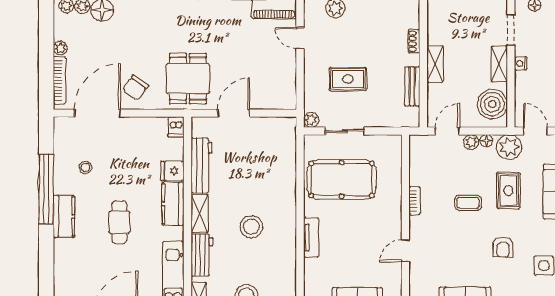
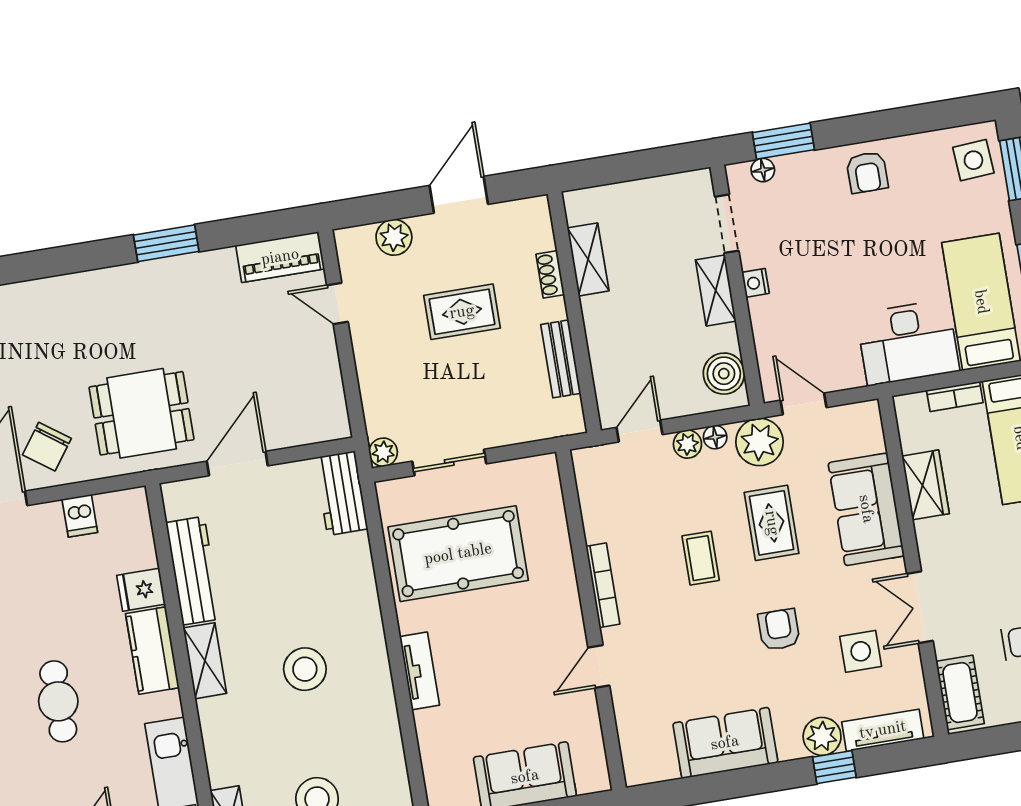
shelving: (435, 64) -> (588, 259), moved
dining table: (188, 79) -> (142, 413), turned 90
rug: (348, 79) -> (462, 312), moved
boiler: (492, 104) -> (724, 374), width x0.73, depth x0.73
dishwasher: (176, 127) -> (80, 516), moved
bookcase: (415, 201) -> (603, 585), width x1.56
coffee table: (468, 203) -> (701, 558), turned 90
armchair: (503, 247) -> (779, 630), turned 180
workbench: (202, 255) -> (341, 493), moved, turned 180

